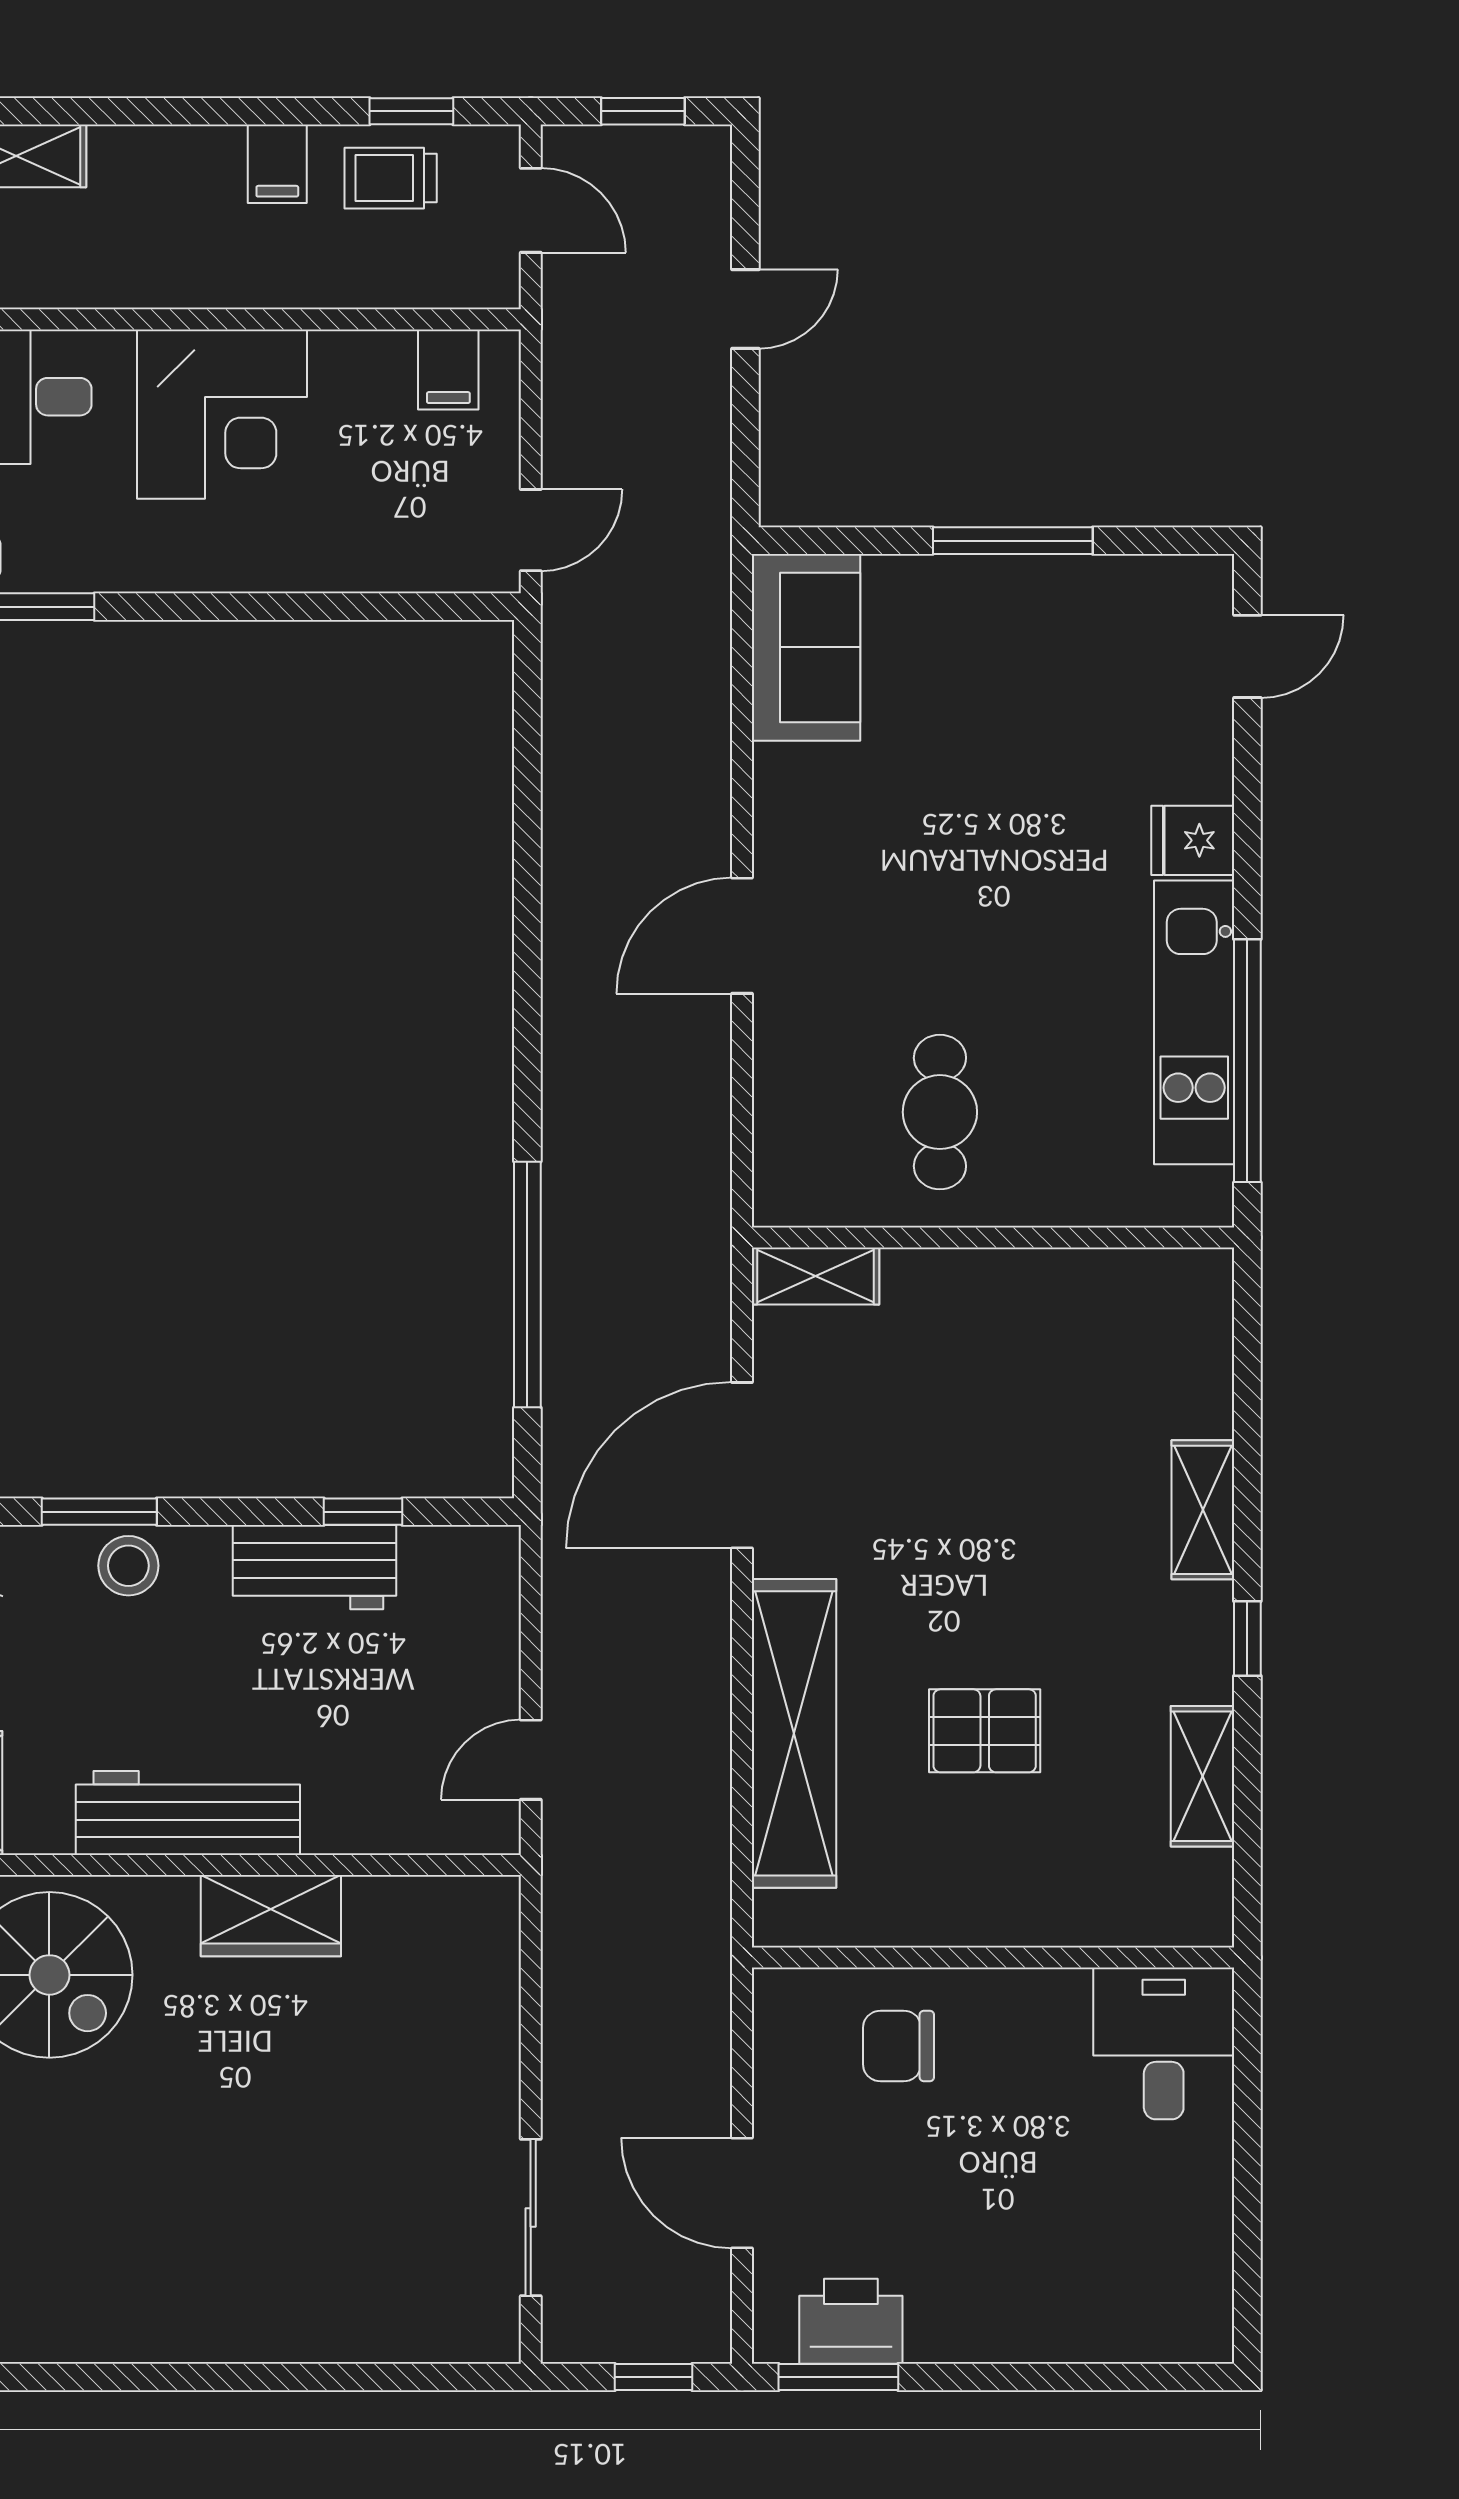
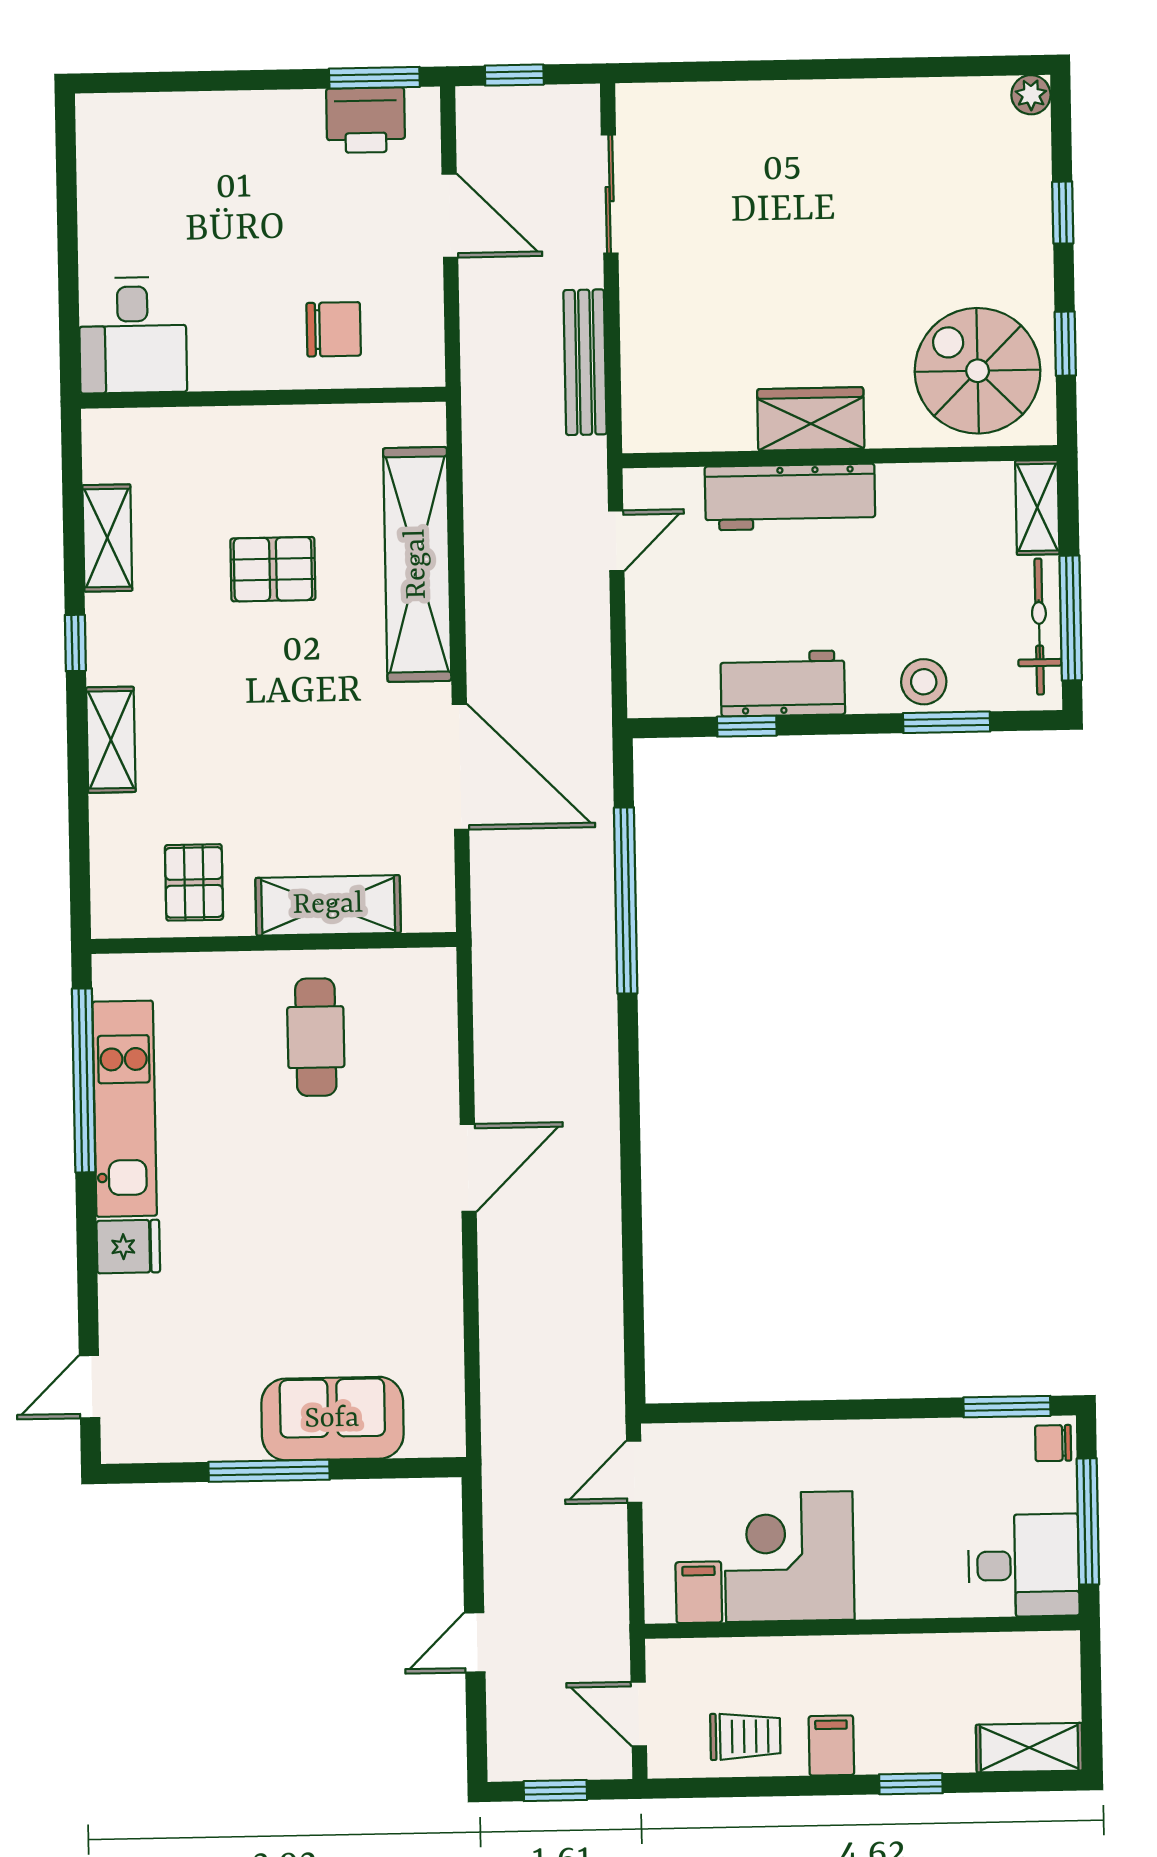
window: (411, 111) -> (911, 1784), moved
corner desk: (222, 414) -> (789, 1557), moved
sofa: (806, 647) -> (332, 1419), moved, turned 90
shelving: (815, 1276) -> (328, 905), moved, width x1.50, depth x1.33
pallet: (1097, 1319) -> (194, 882), added
door: (742, 1465) -> (460, 767), hinge flipped
workbench: (188, 1813) -> (790, 497), moved
bench: (567, 1996) -> (585, 362), added

